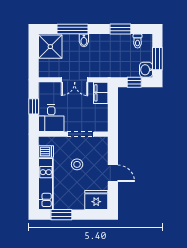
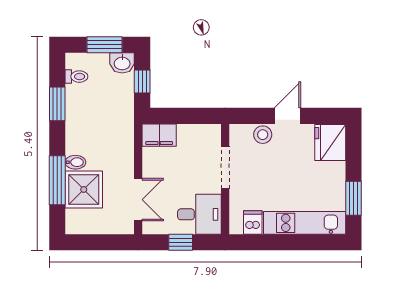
shower: (50, 47) -> (84, 189), moved
double door: (75, 80) -> (138, 200), moved
stool: (77, 164) -> (263, 135), moved

